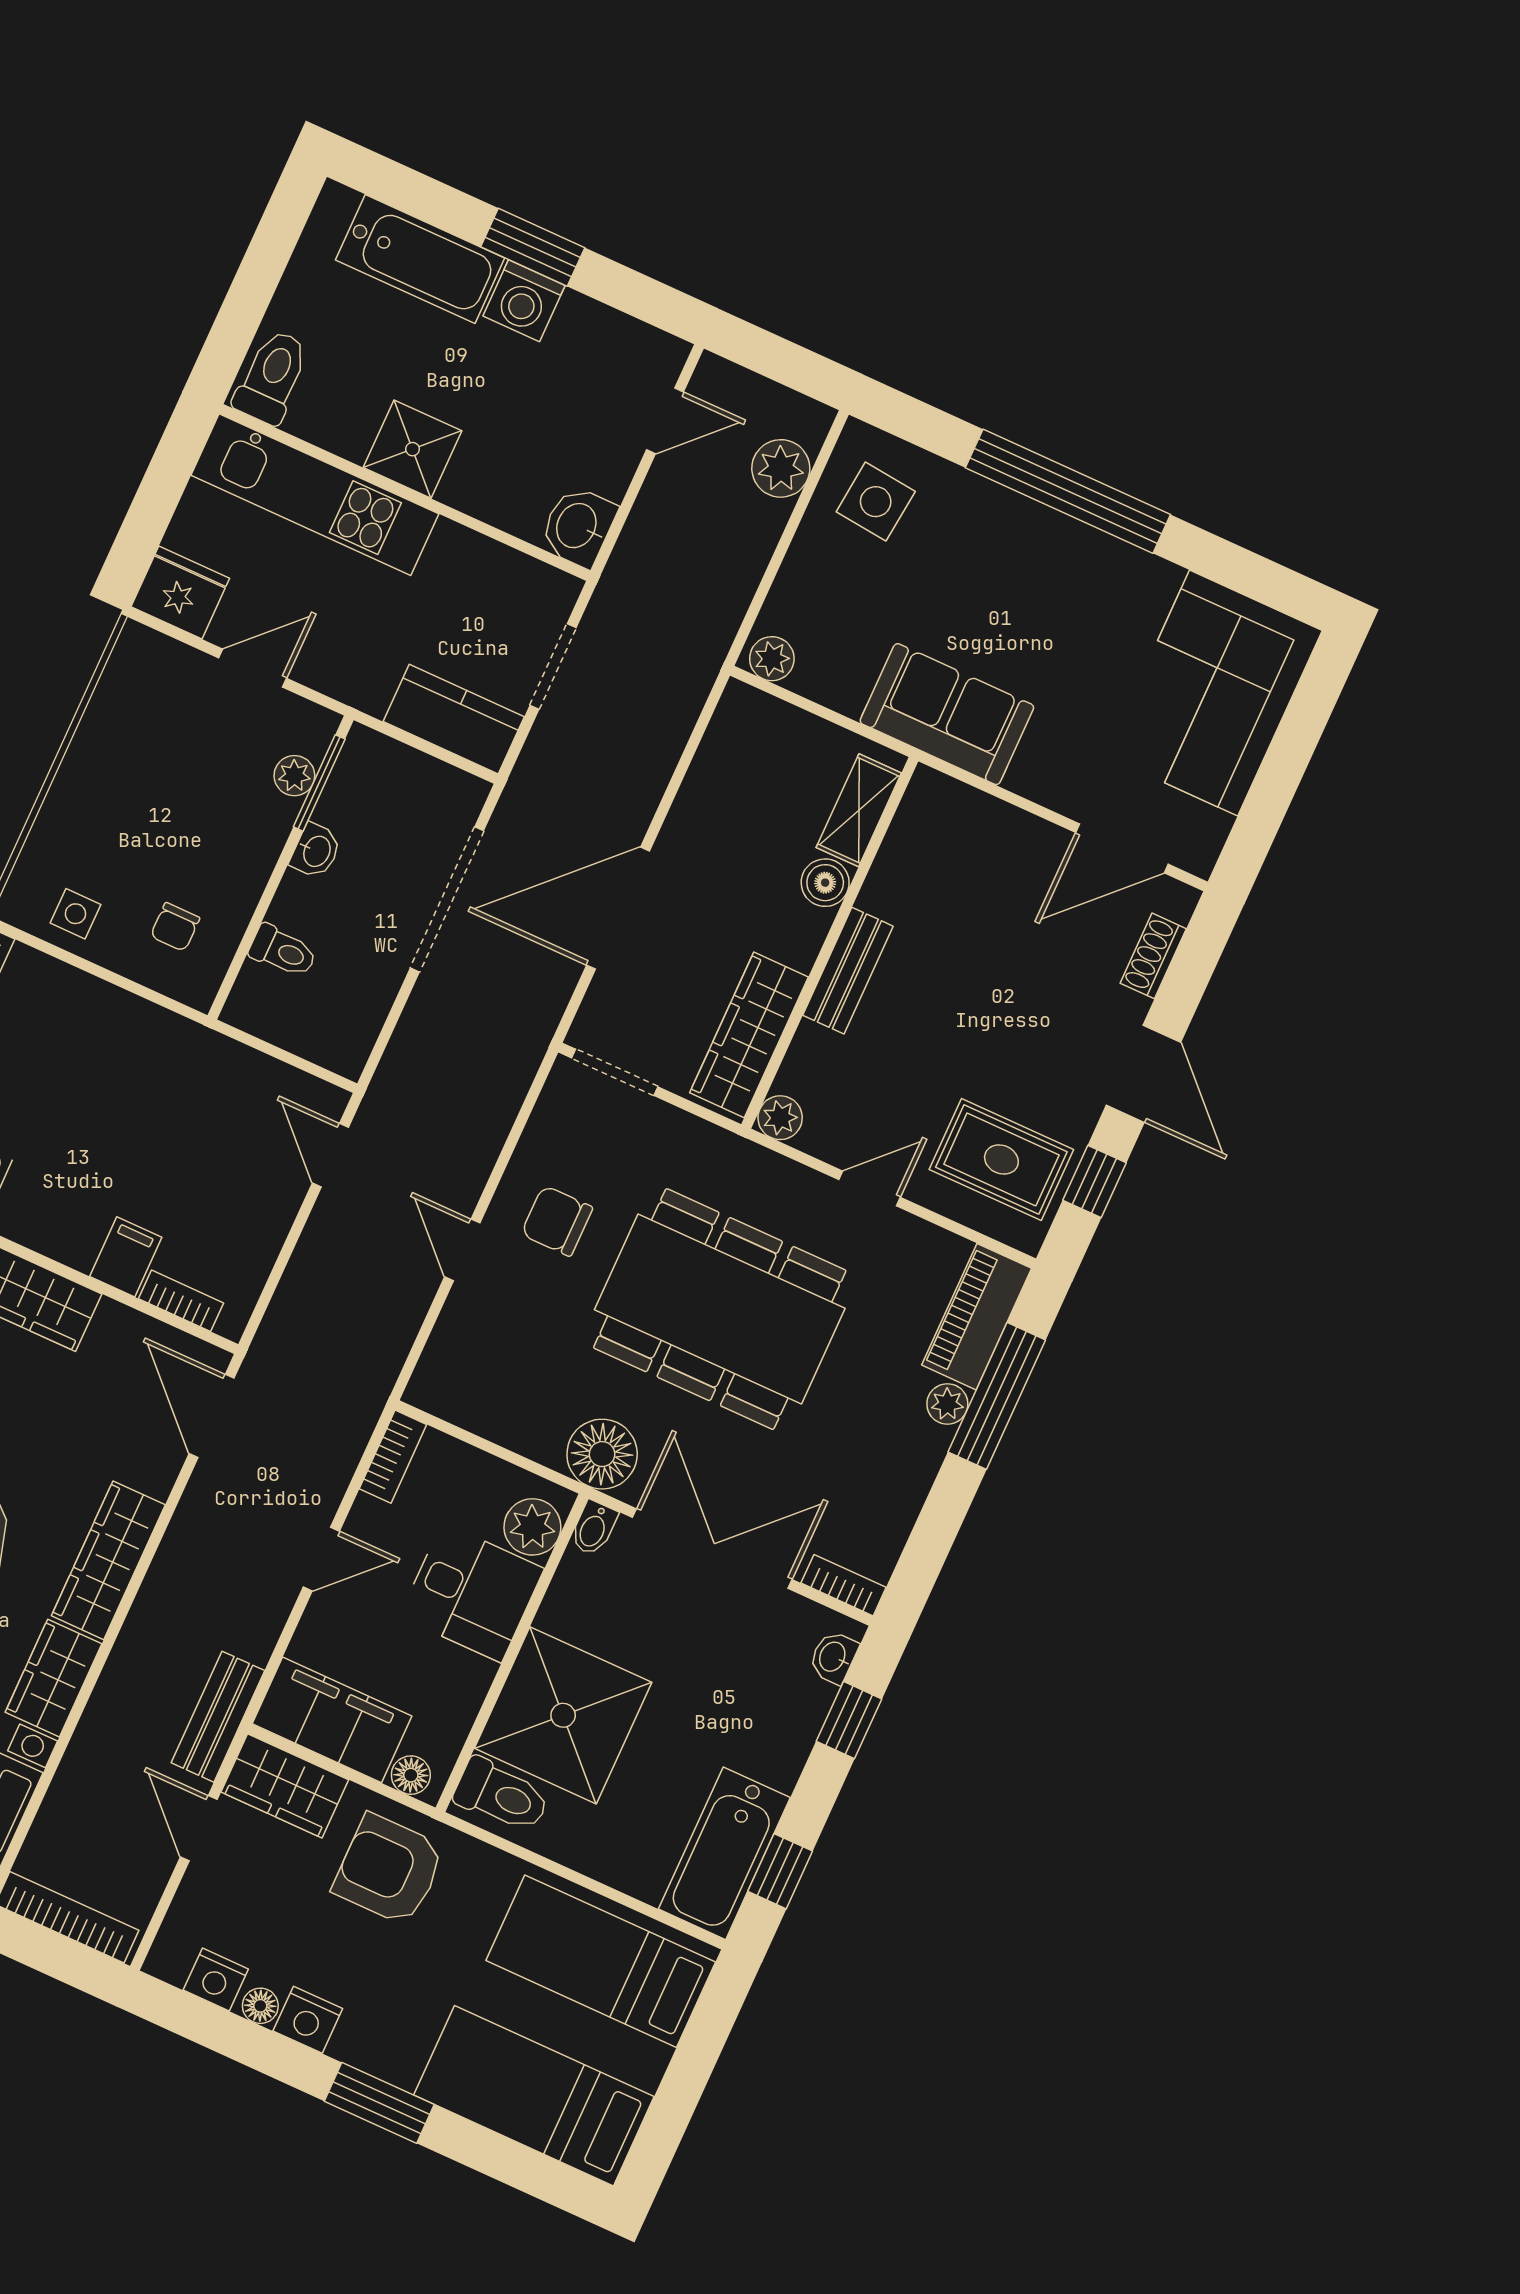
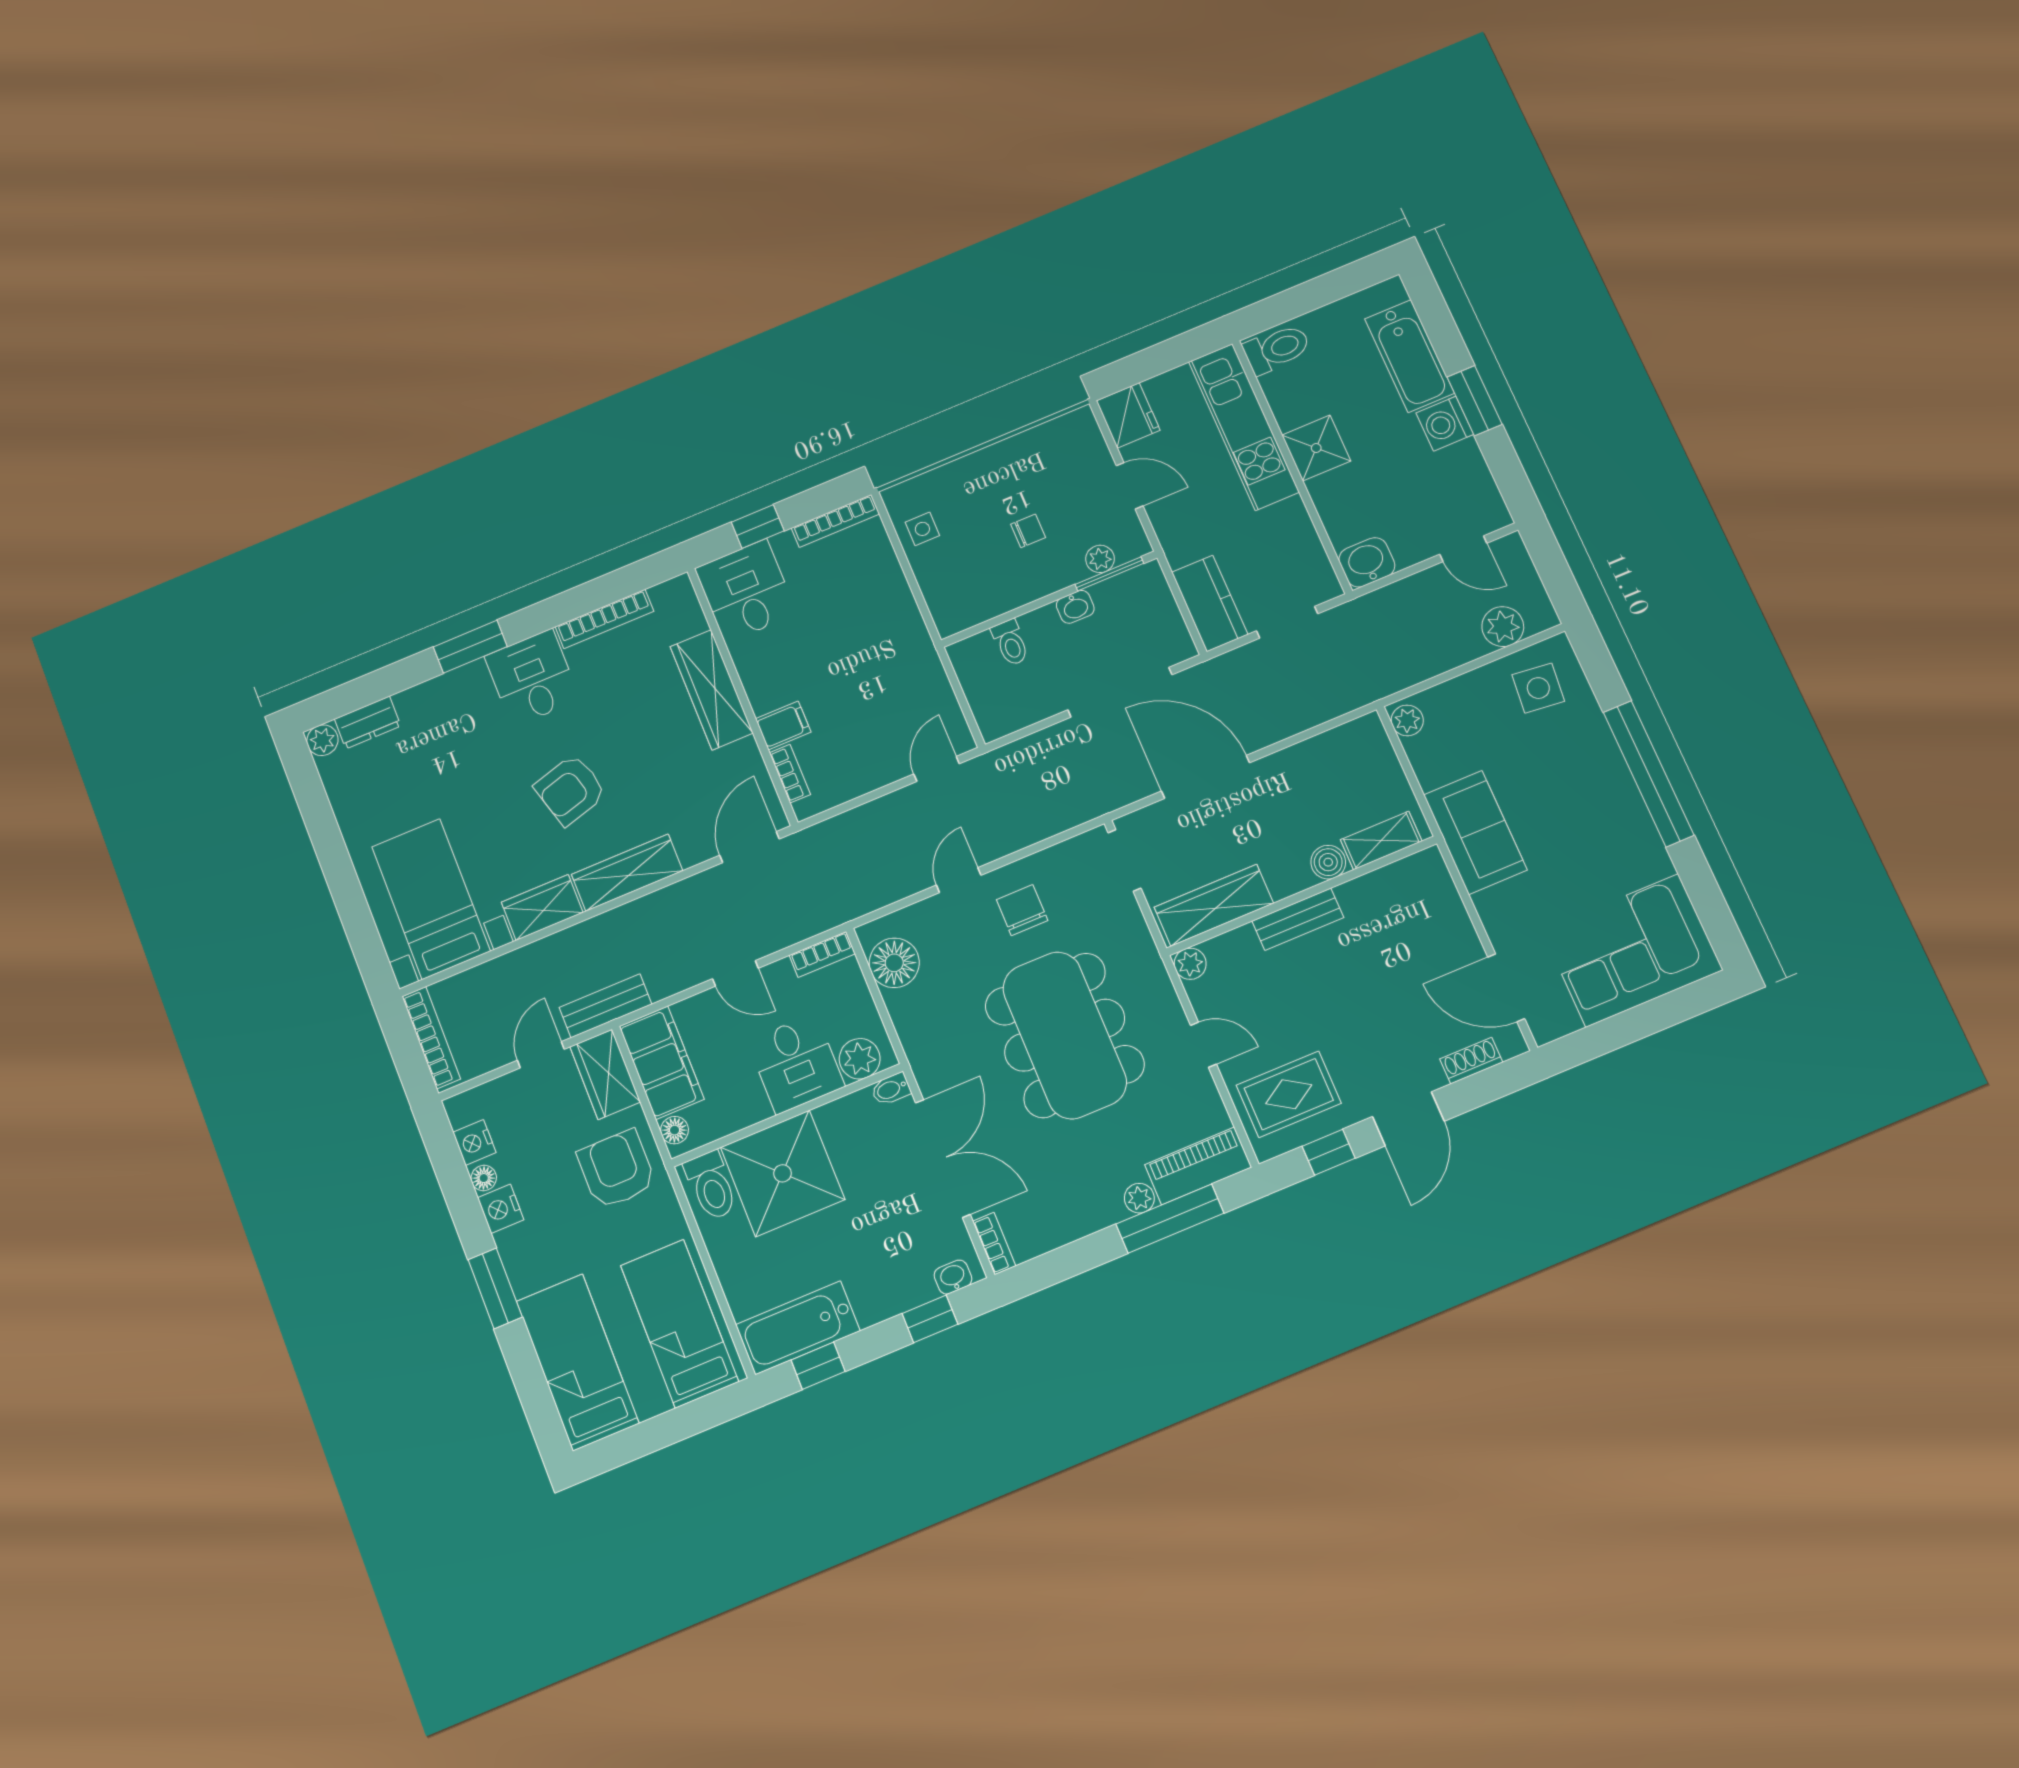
chair: (175, 927) -> (1028, 531), moved, turned 180
rug: (1001, 1160) -> (1289, 1094), turned 90
floor lamp: (602, 1454) -> (894, 963), moved

